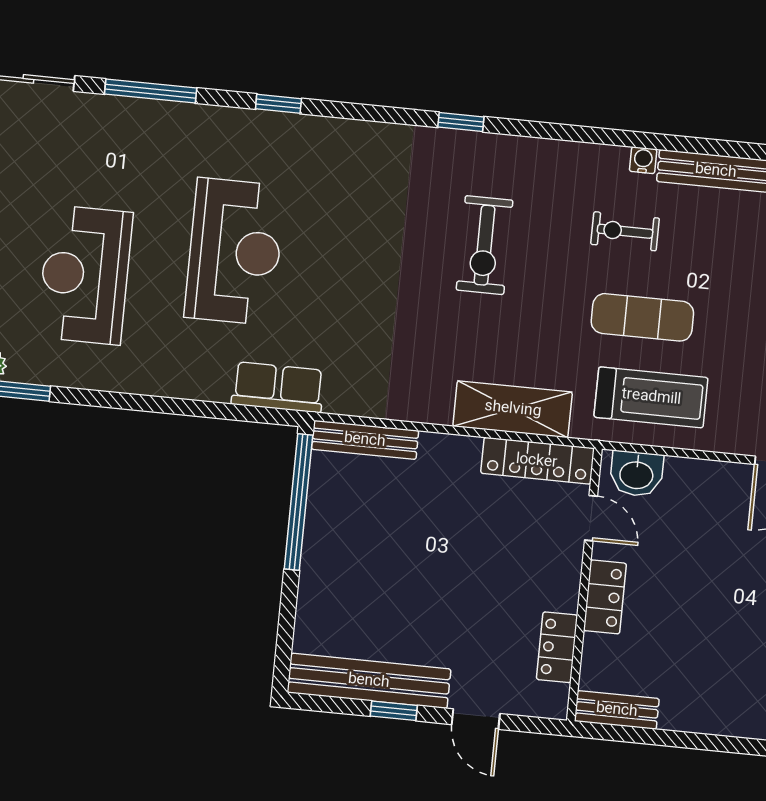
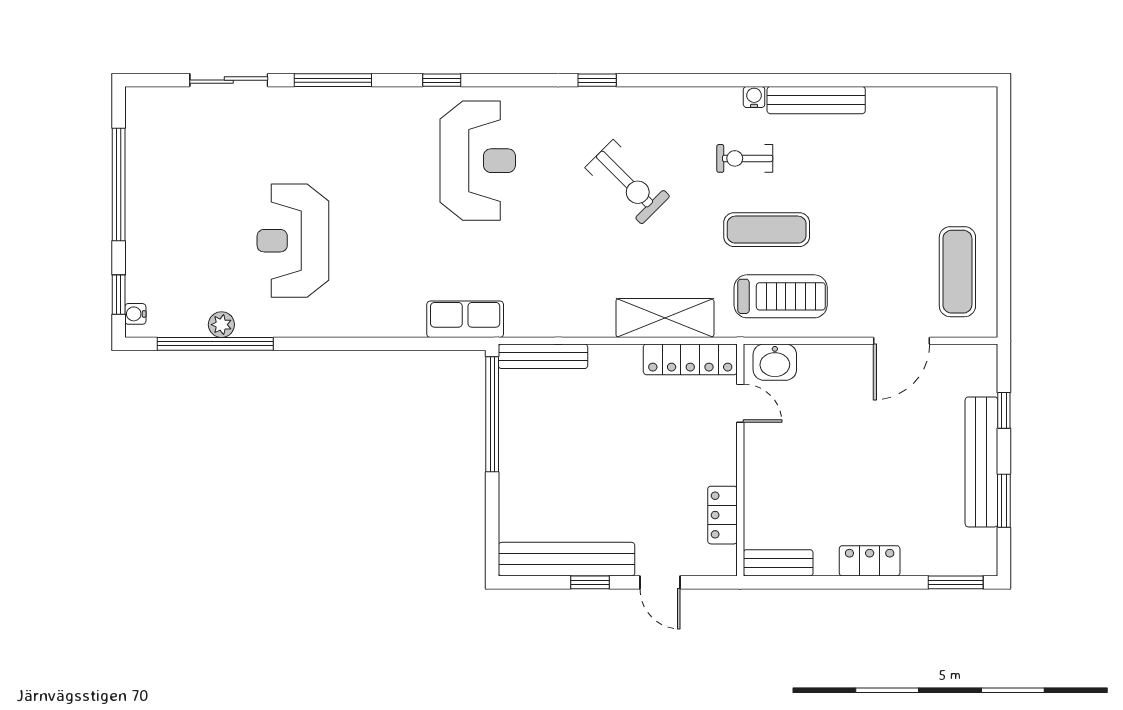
exercise bike: (485, 245) -> (627, 182), turned -45
reception desk: (235, 252) -> (478, 161), moved
locker: (605, 597) -> (870, 561), moved, turned -90

